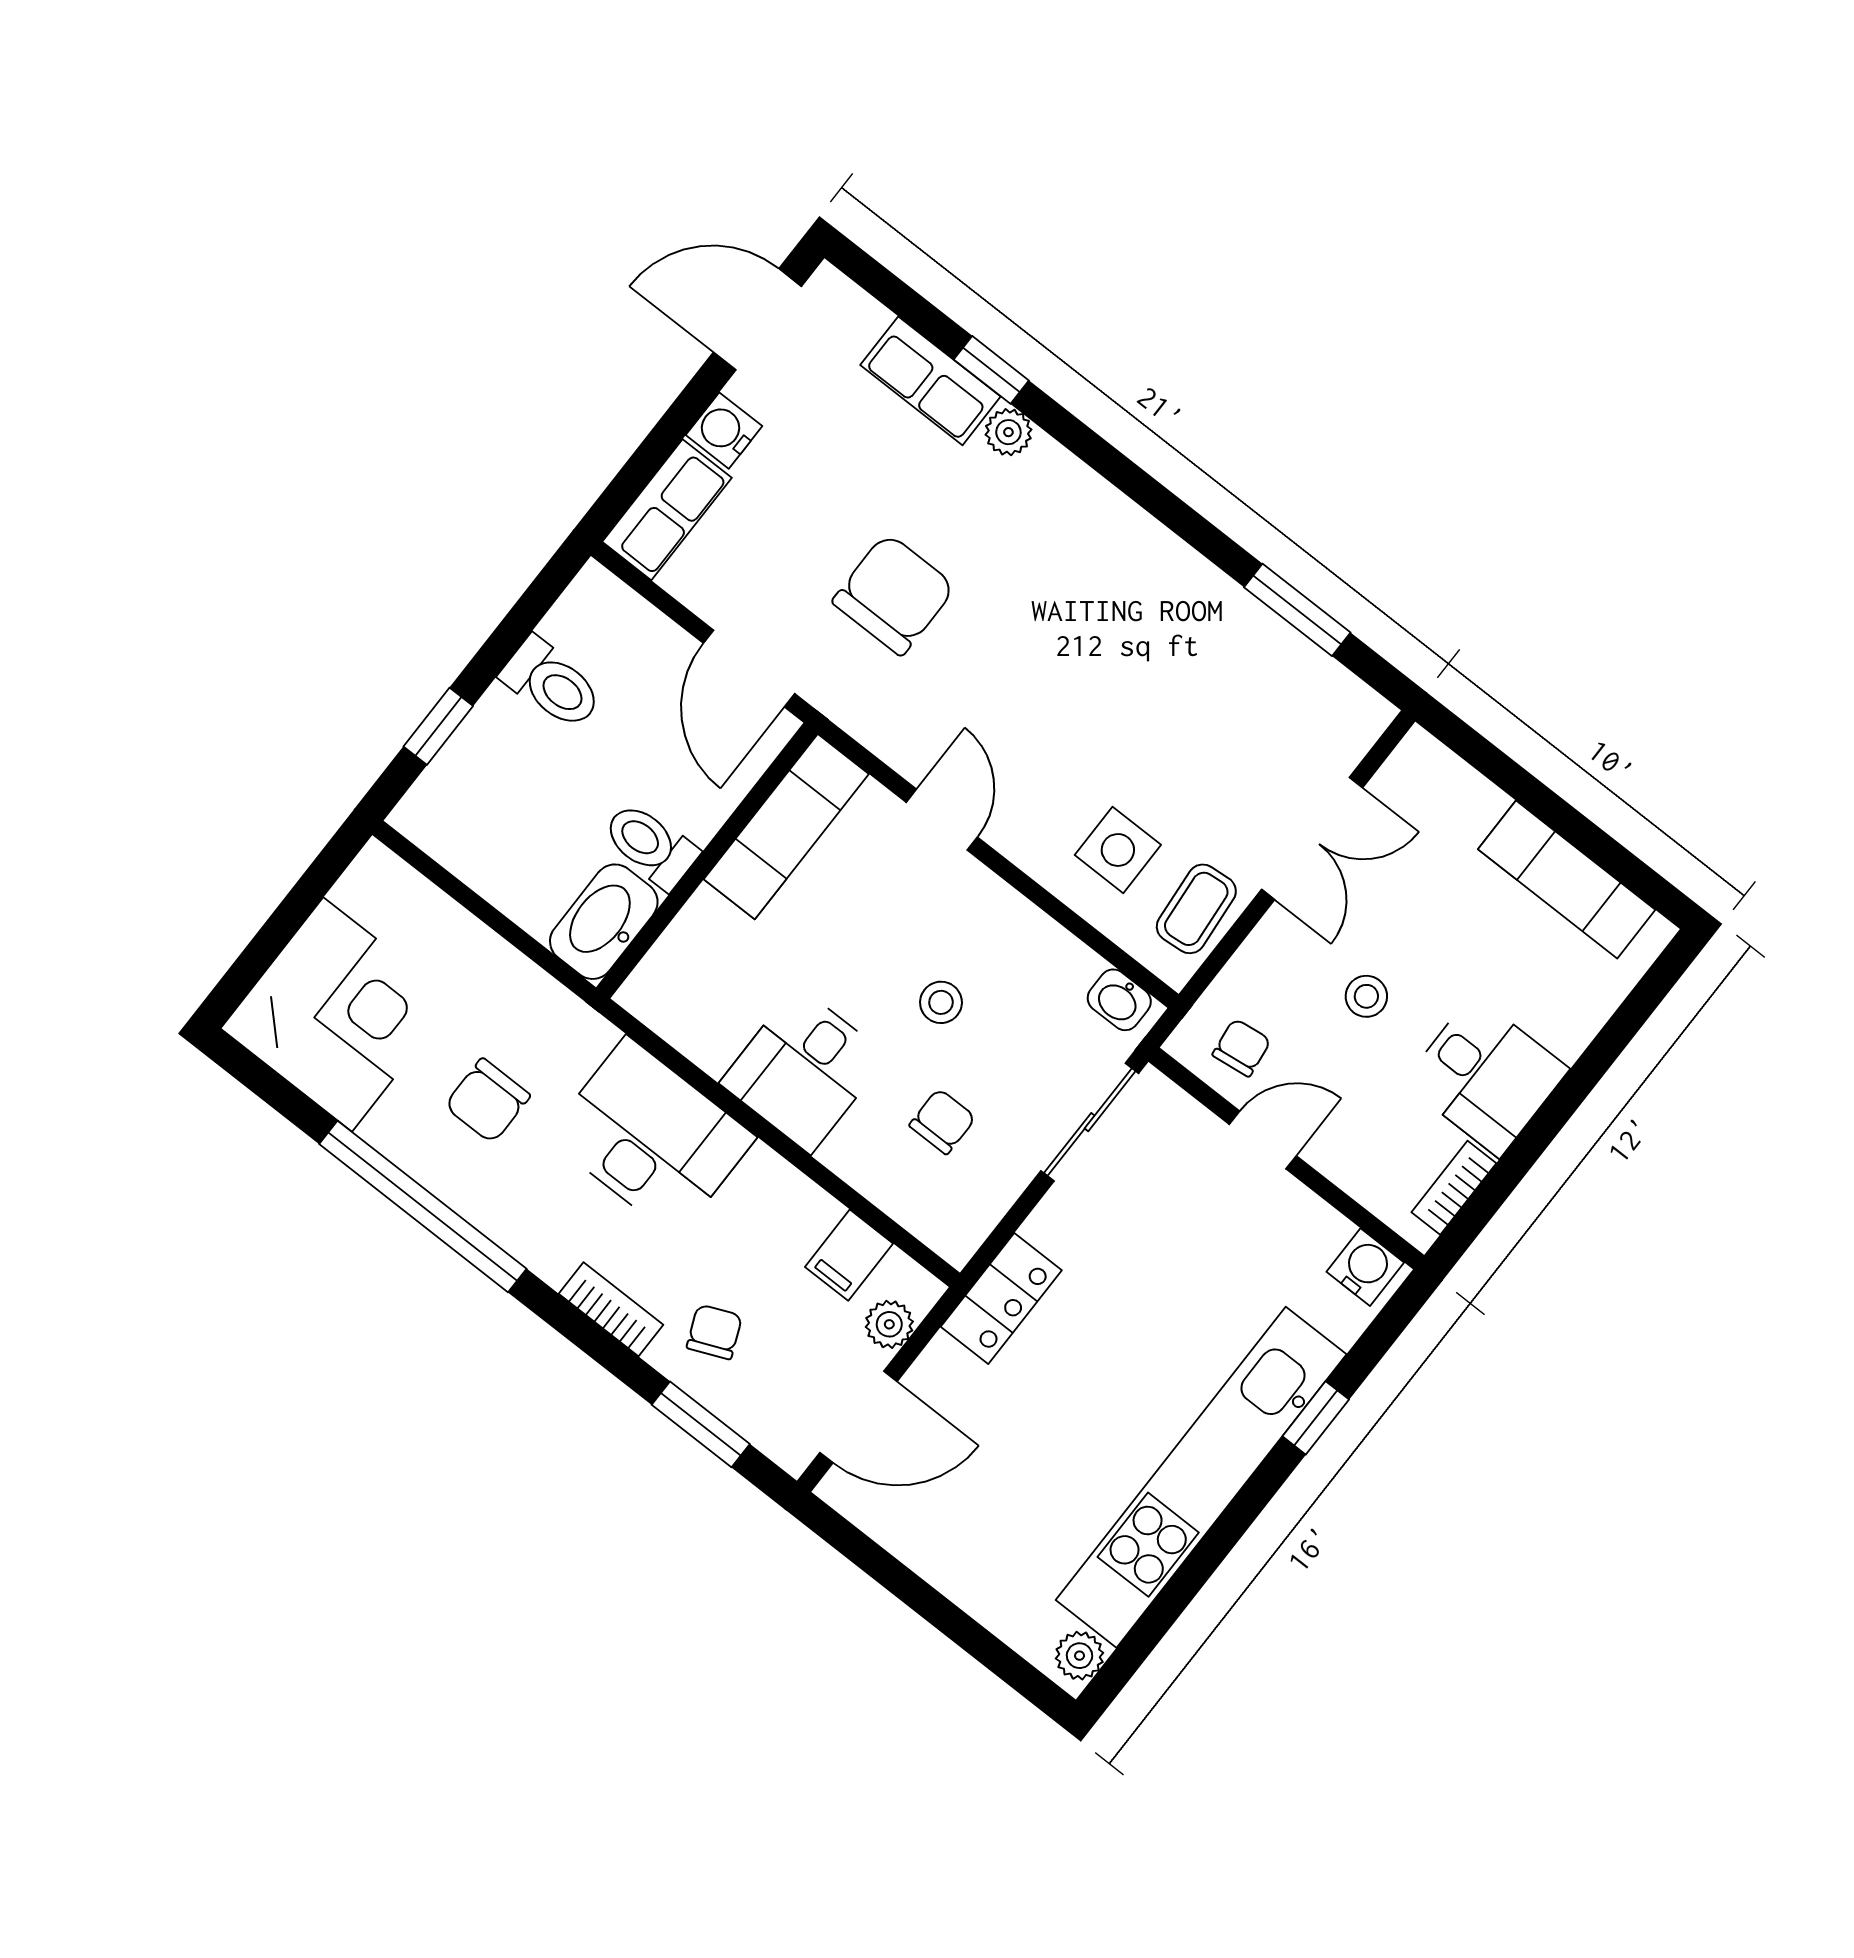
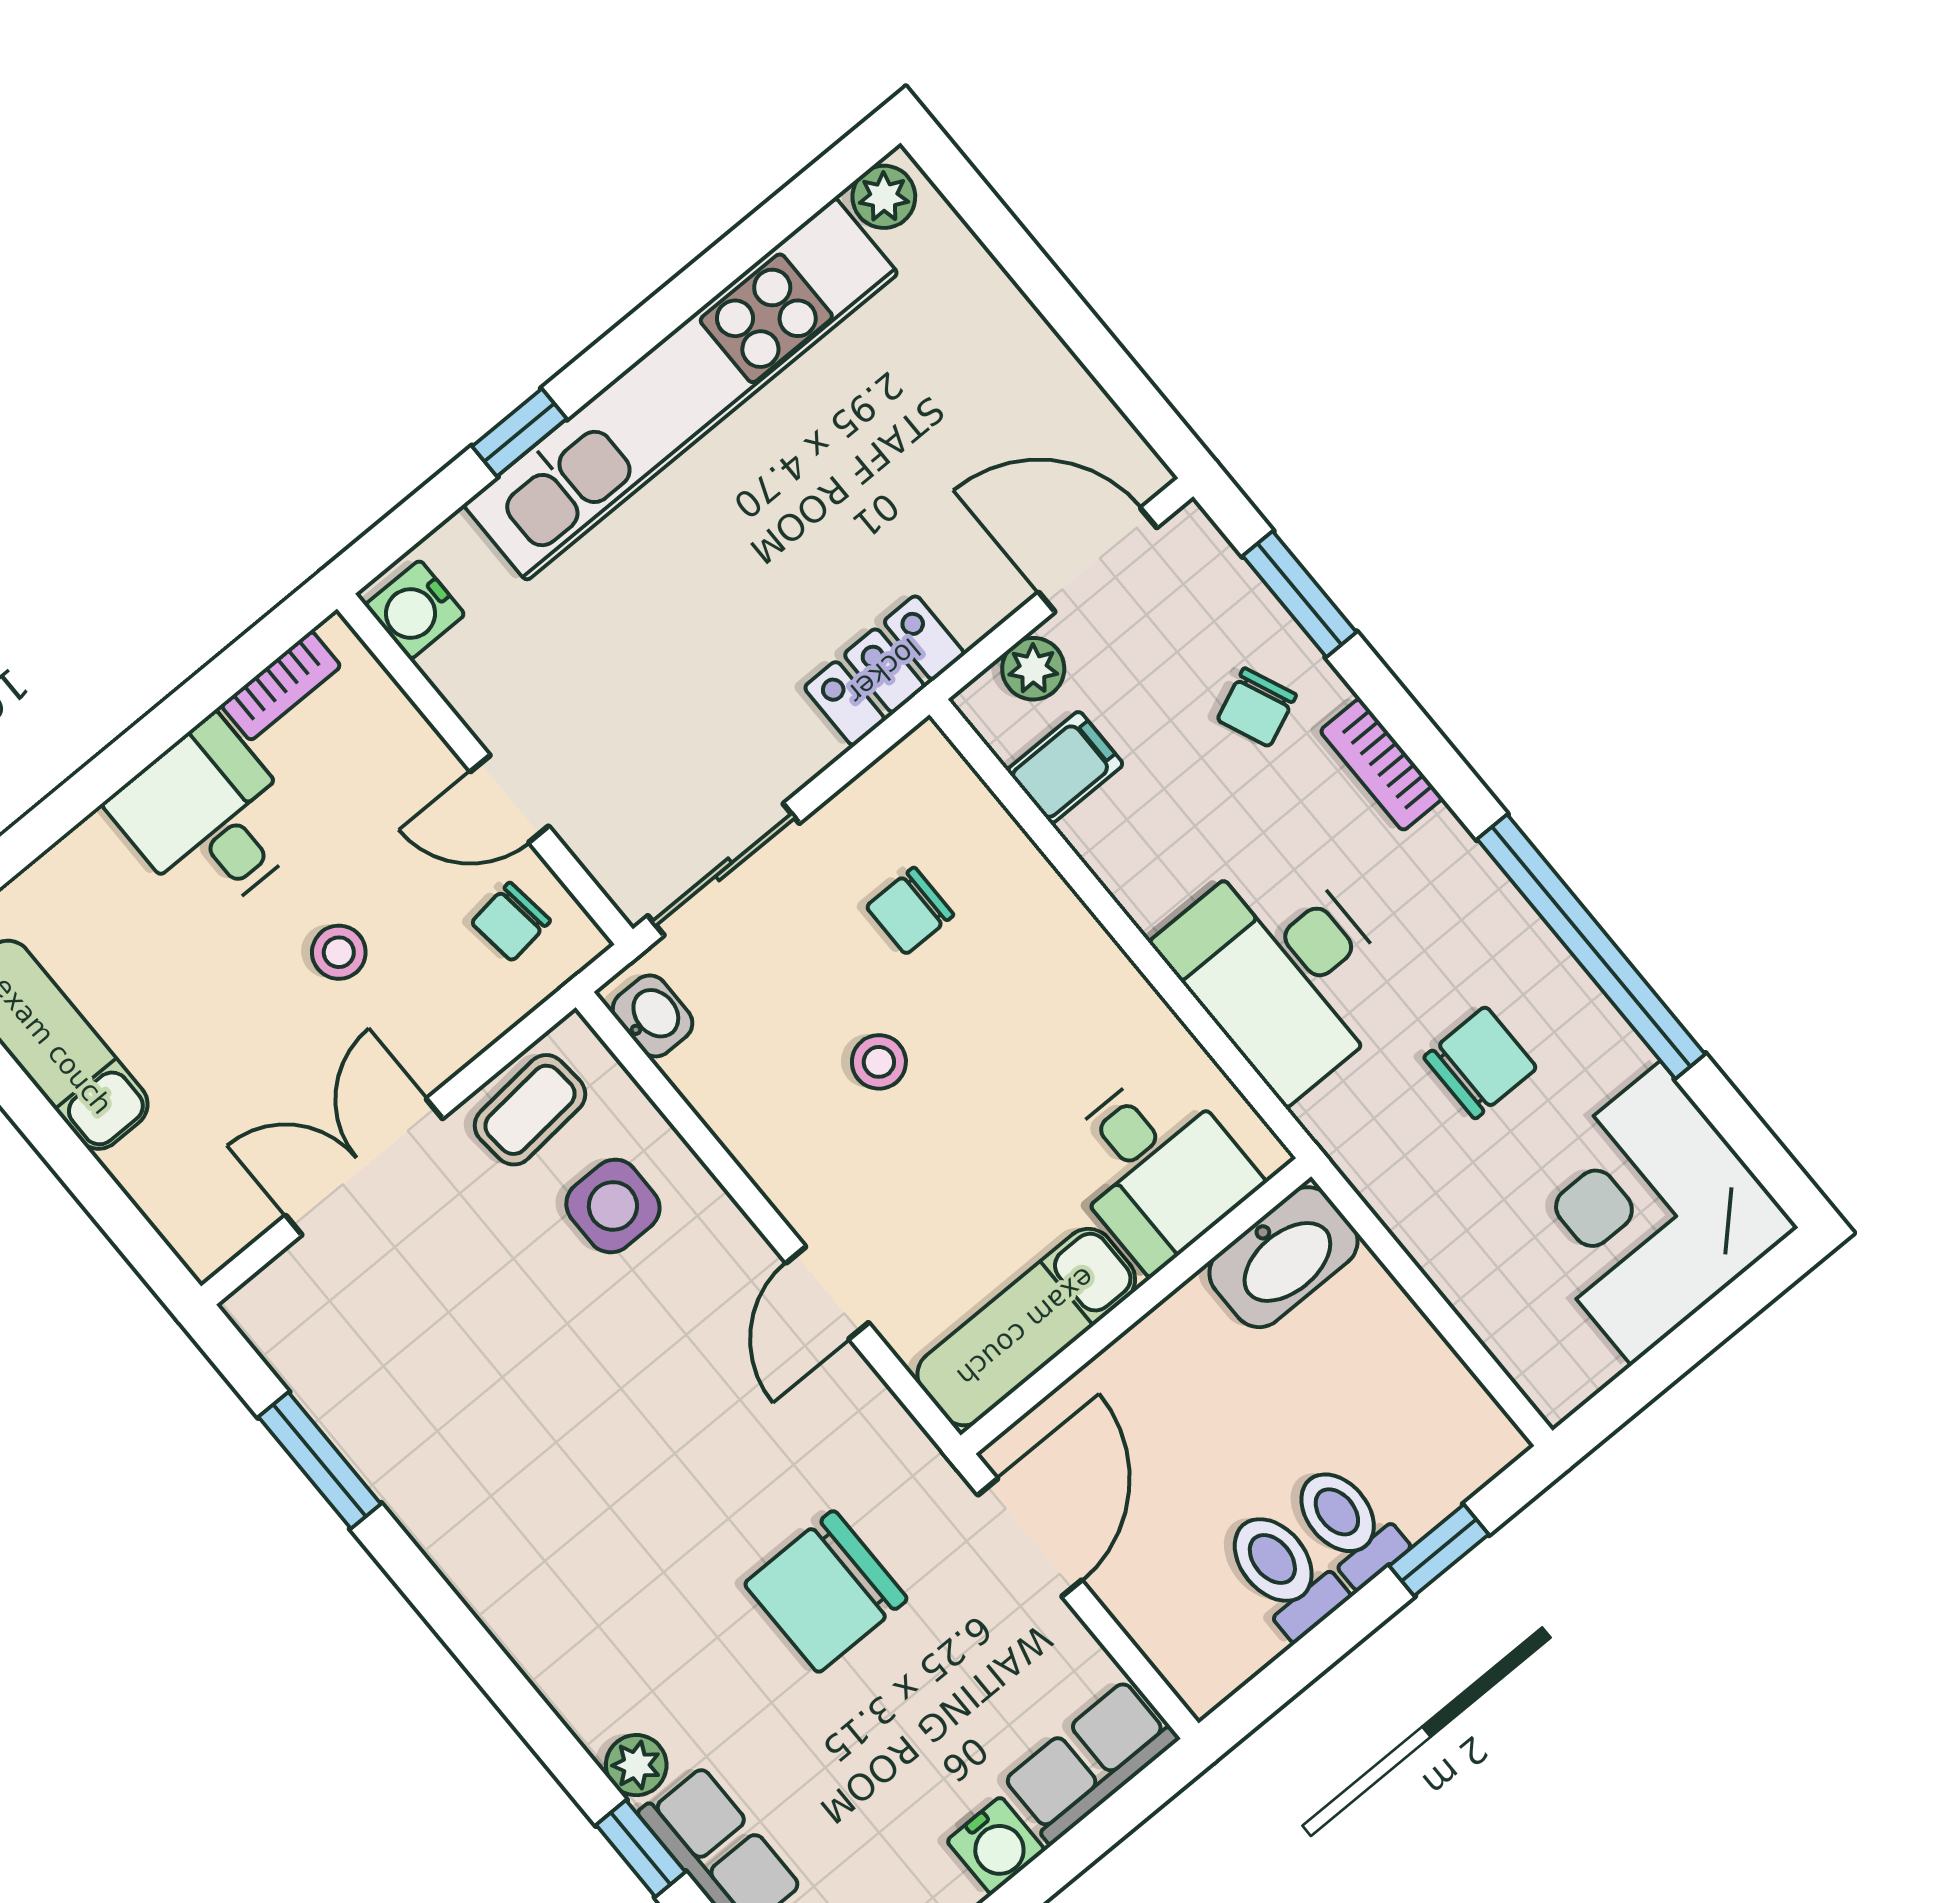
toilet: (650, 845) -> (1347, 1524), moved, turned 180
desk: (804, 1070) -> (1156, 1167), moved, turned 90

